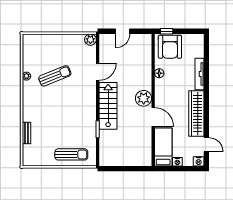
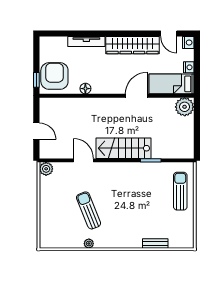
armchair: (170, 47) -> (54, 76), turned -90
plant: (144, 98) -> (185, 107), moved
door: (206, 145) -> (169, 34), swing flipped

